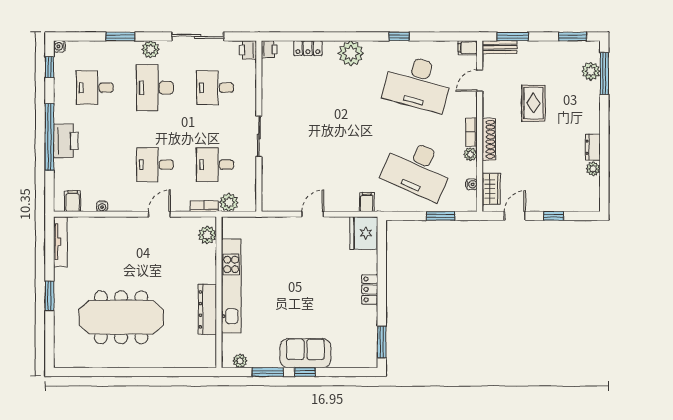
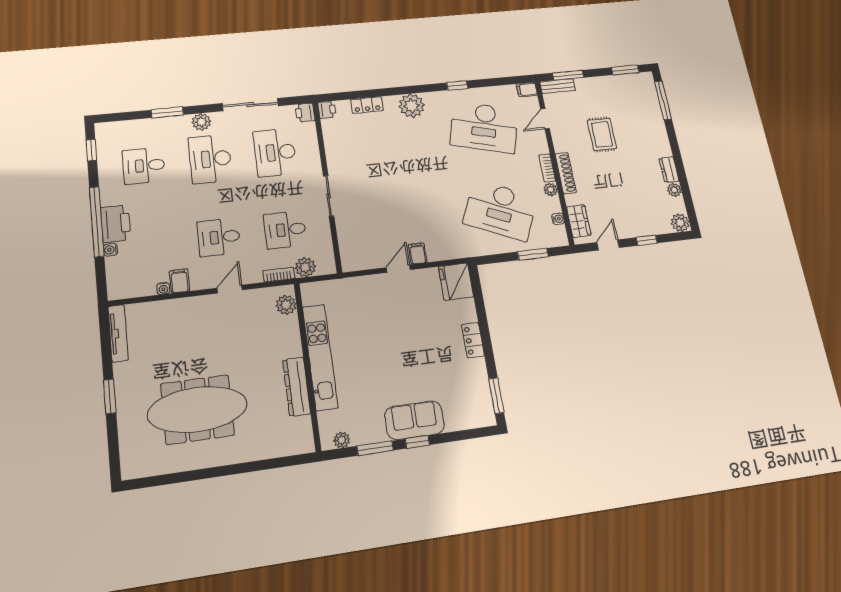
water cooler: (59, 46) -> (110, 250), moved
plant: (591, 71) -> (680, 223), moved
desk: (215, 88) -> (275, 153), width x1.37
filing cabinet: (73, 201) -> (180, 281), moved
filing cabinet: (367, 202) -> (418, 254), moved

